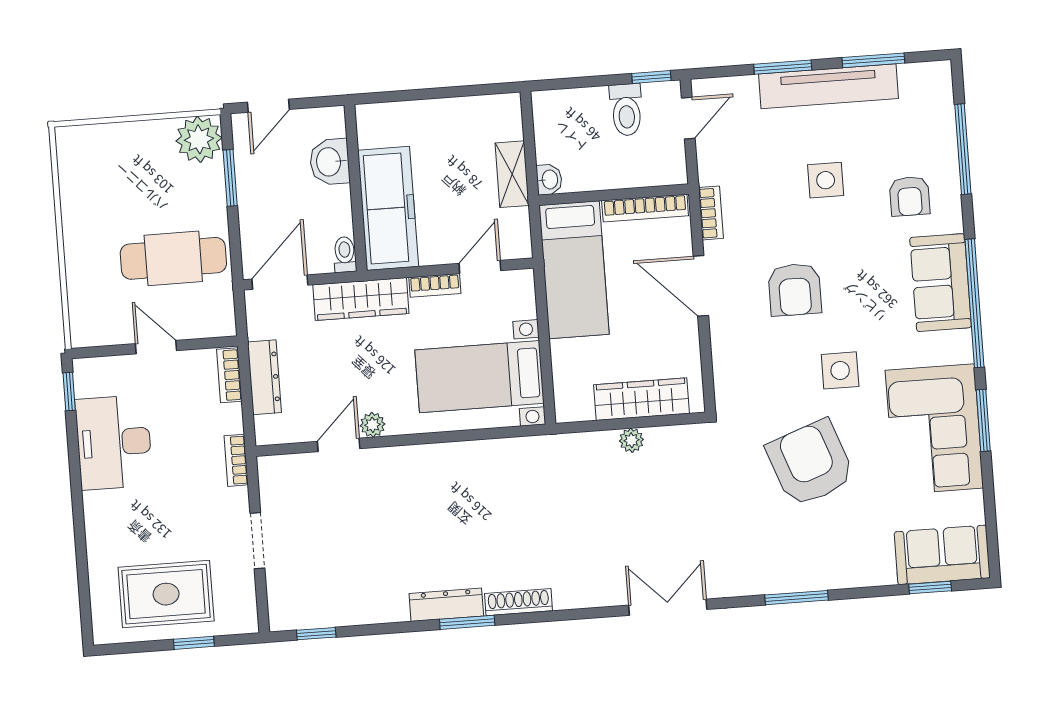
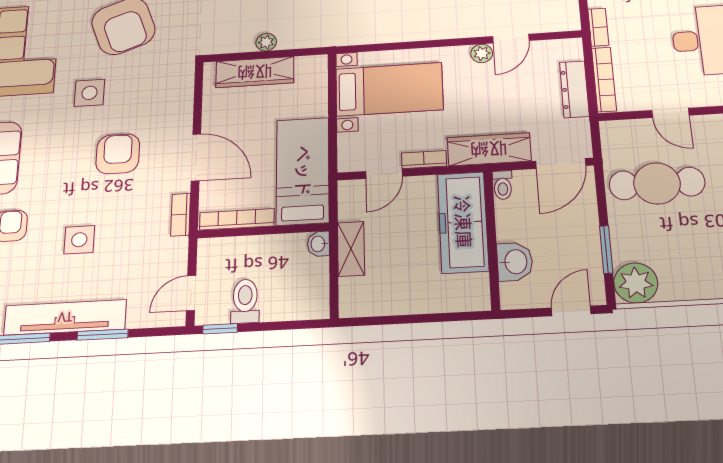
bookcase: (229, 375) -> (604, 79), width x1.56

